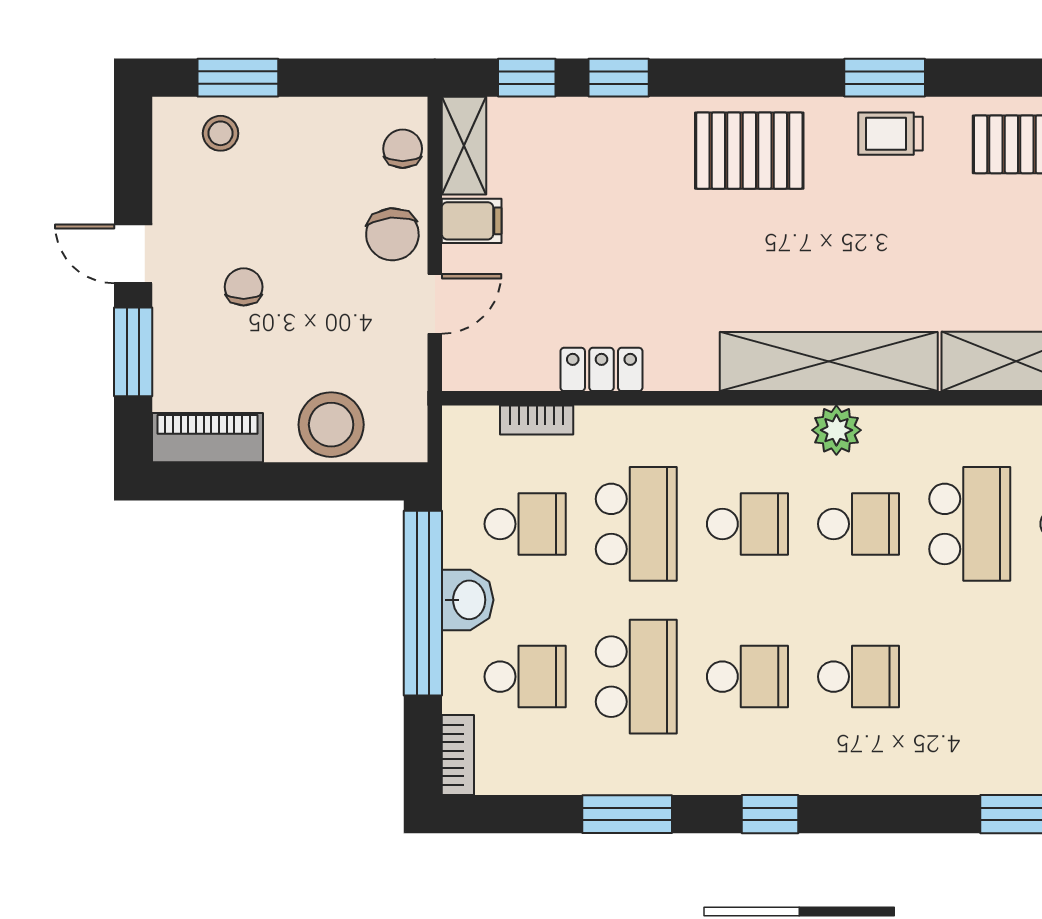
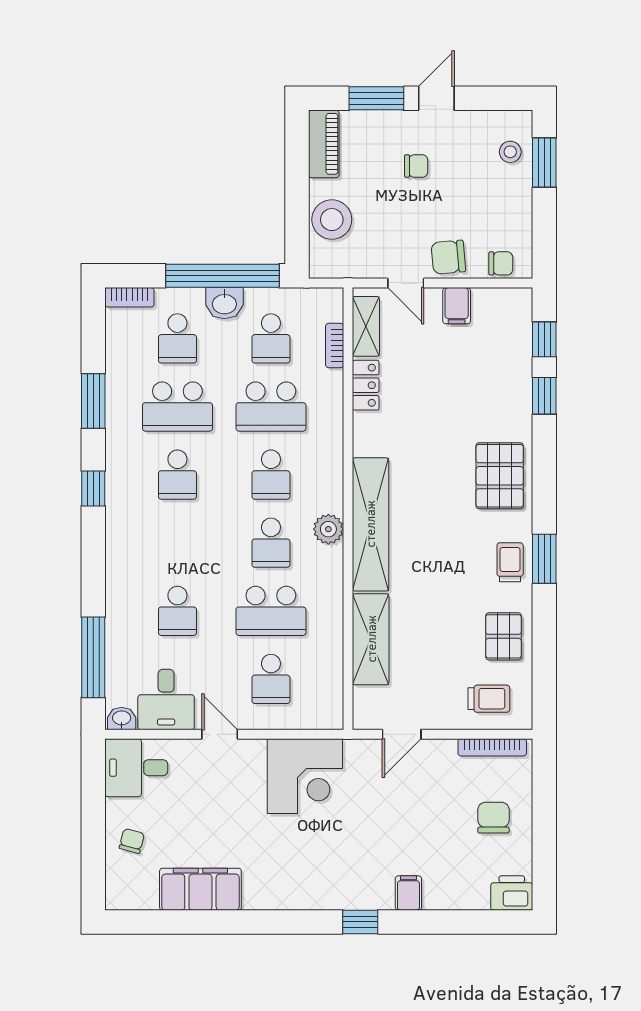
shelving: (464, 146) -> (366, 326), moved, turned 90
school desk: (859, 677) -> (177, 611), moved

